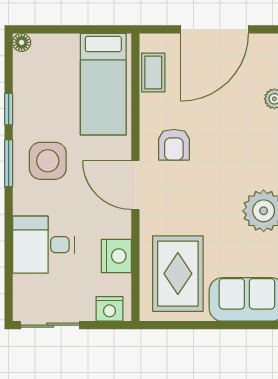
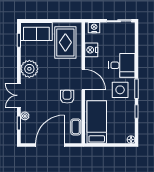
desk: (43, 245) -> (122, 65), moved

